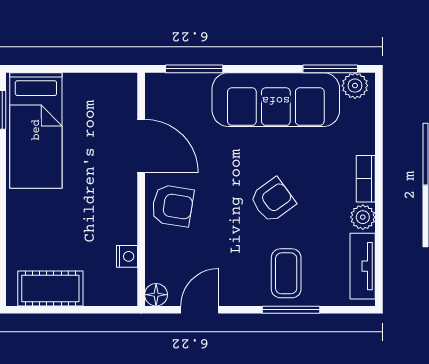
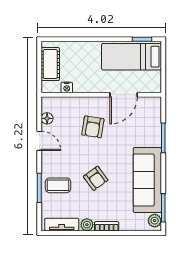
door: (141, 146) -> (124, 95), moved
wall: (141, 189) -> (101, 95), moved
nightstand: (127, 256) -> (67, 88), moved

